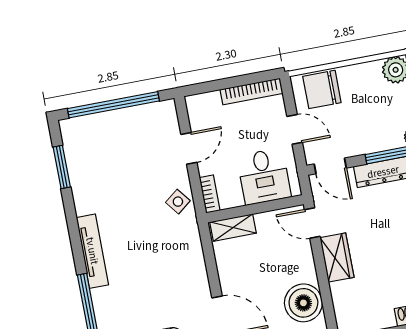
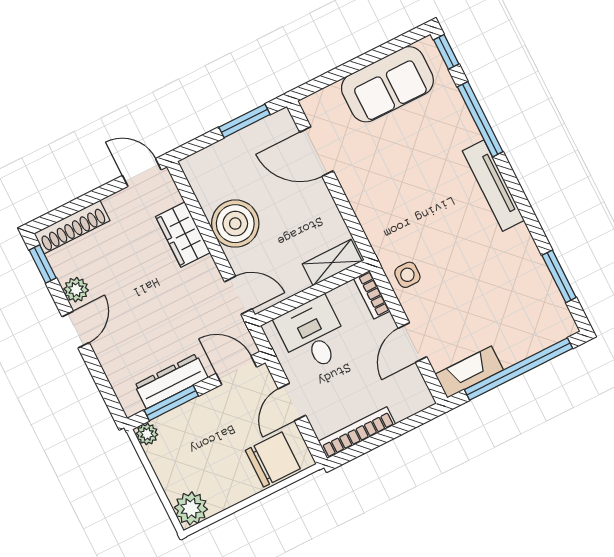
fireplace: (152, 113) -> (469, 372), added
door: (295, 129) -> (292, 402), hinge flipped
side table: (178, 202) -> (407, 275), turned 38
wardrobe: (337, 258) -> (183, 235), moved
boiler: (303, 303) -> (235, 224), moved

